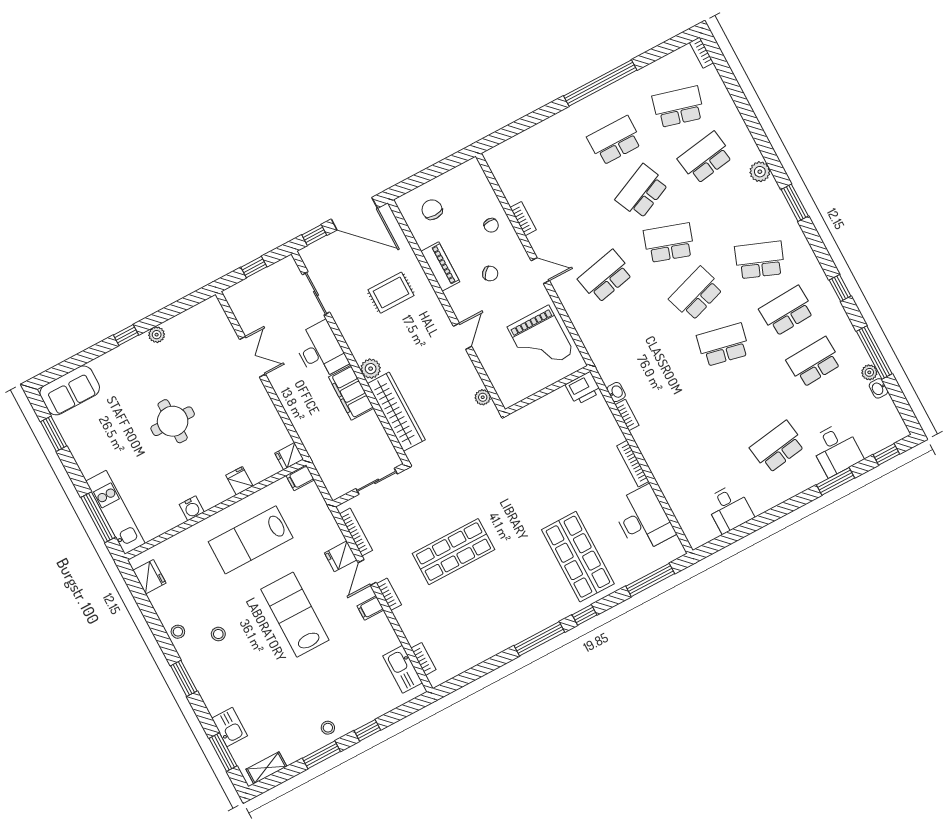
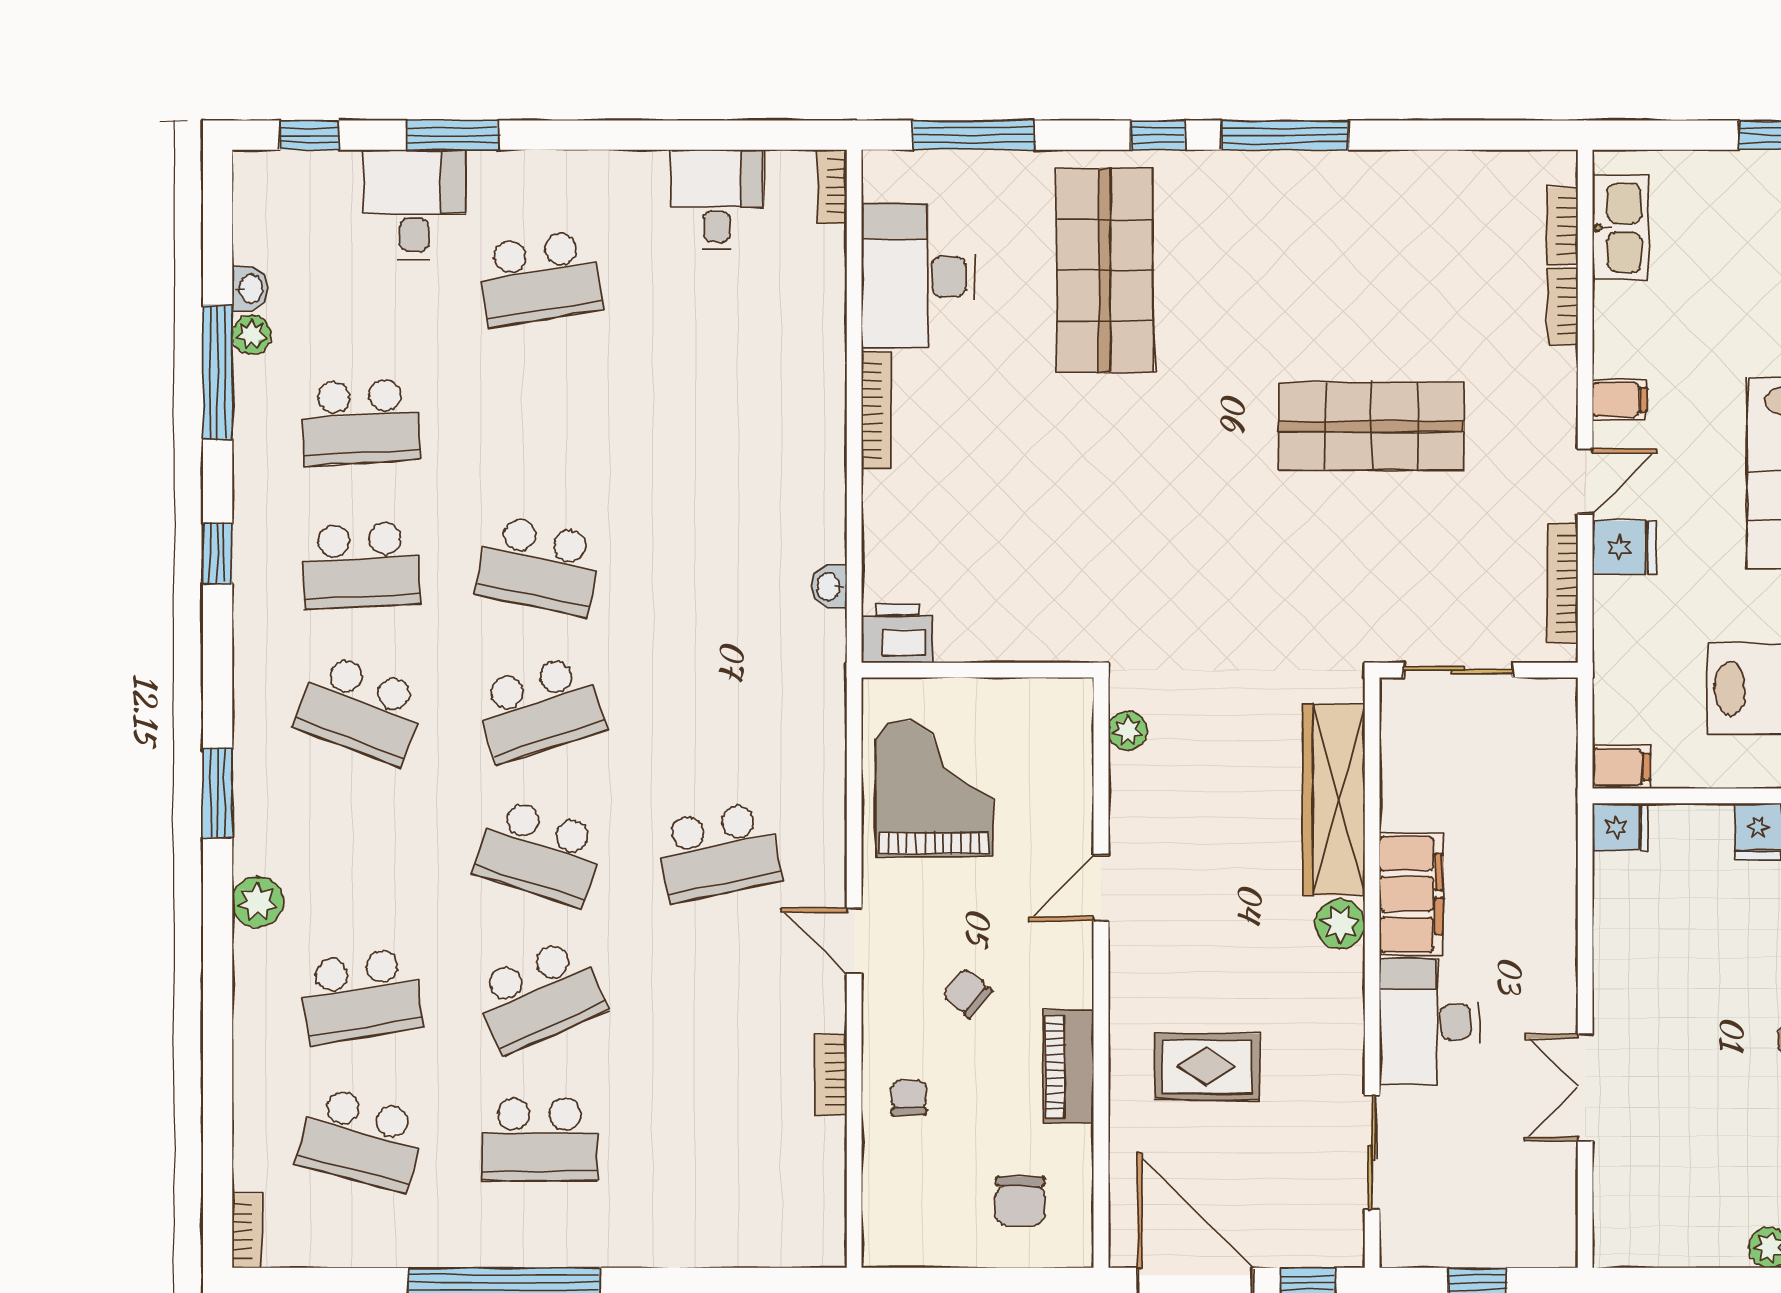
bookcase: (627, 415) -> (832, 187), moved
bookcase: (389, 594) -> (1563, 306), moved

